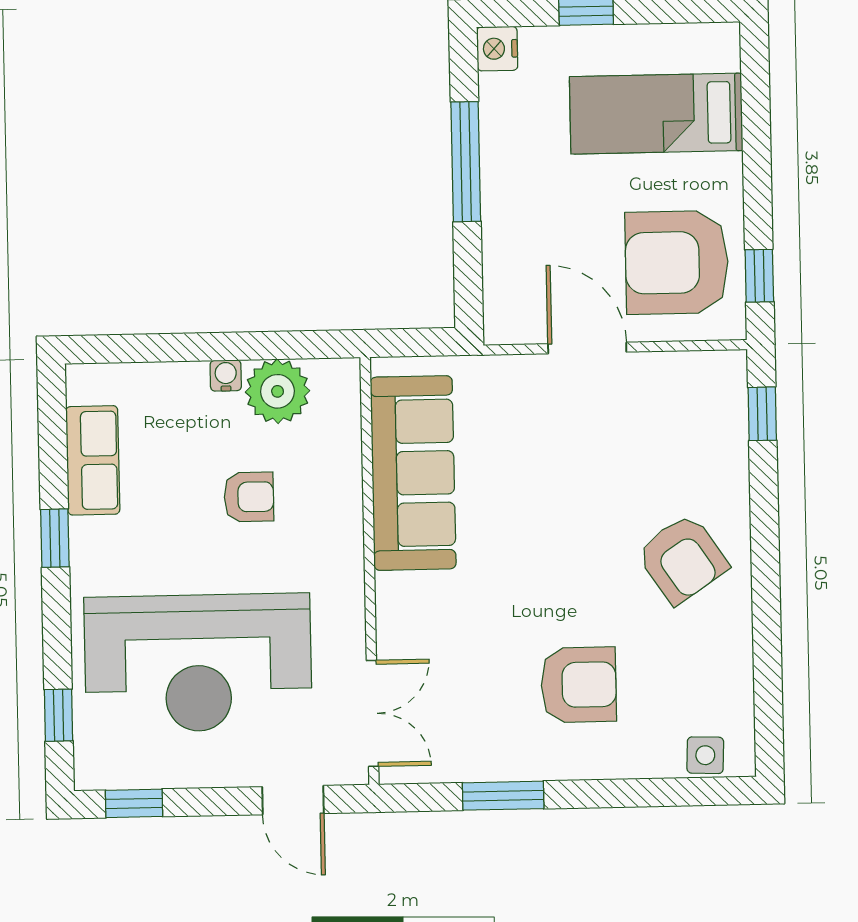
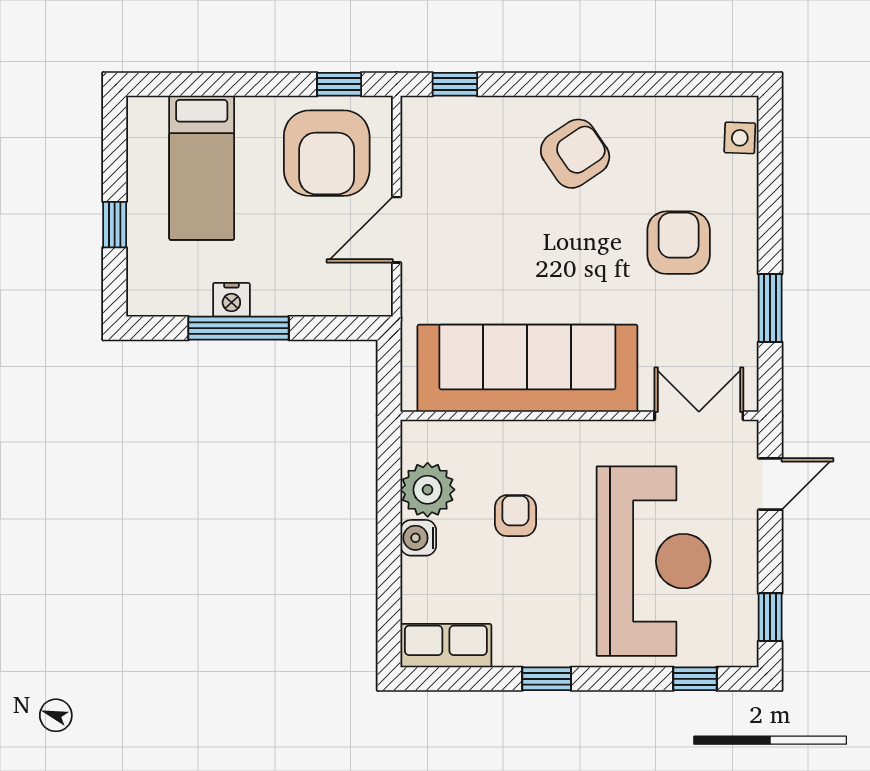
nightstand: (497, 49) -> (231, 300), moved
water cooler: (226, 376) -> (418, 538), width x1.38, depth x1.38
row of seats: (93, 460) -> (446, 646), moved
sofa: (413, 473) -> (527, 368), width x1.36, depth x1.27

